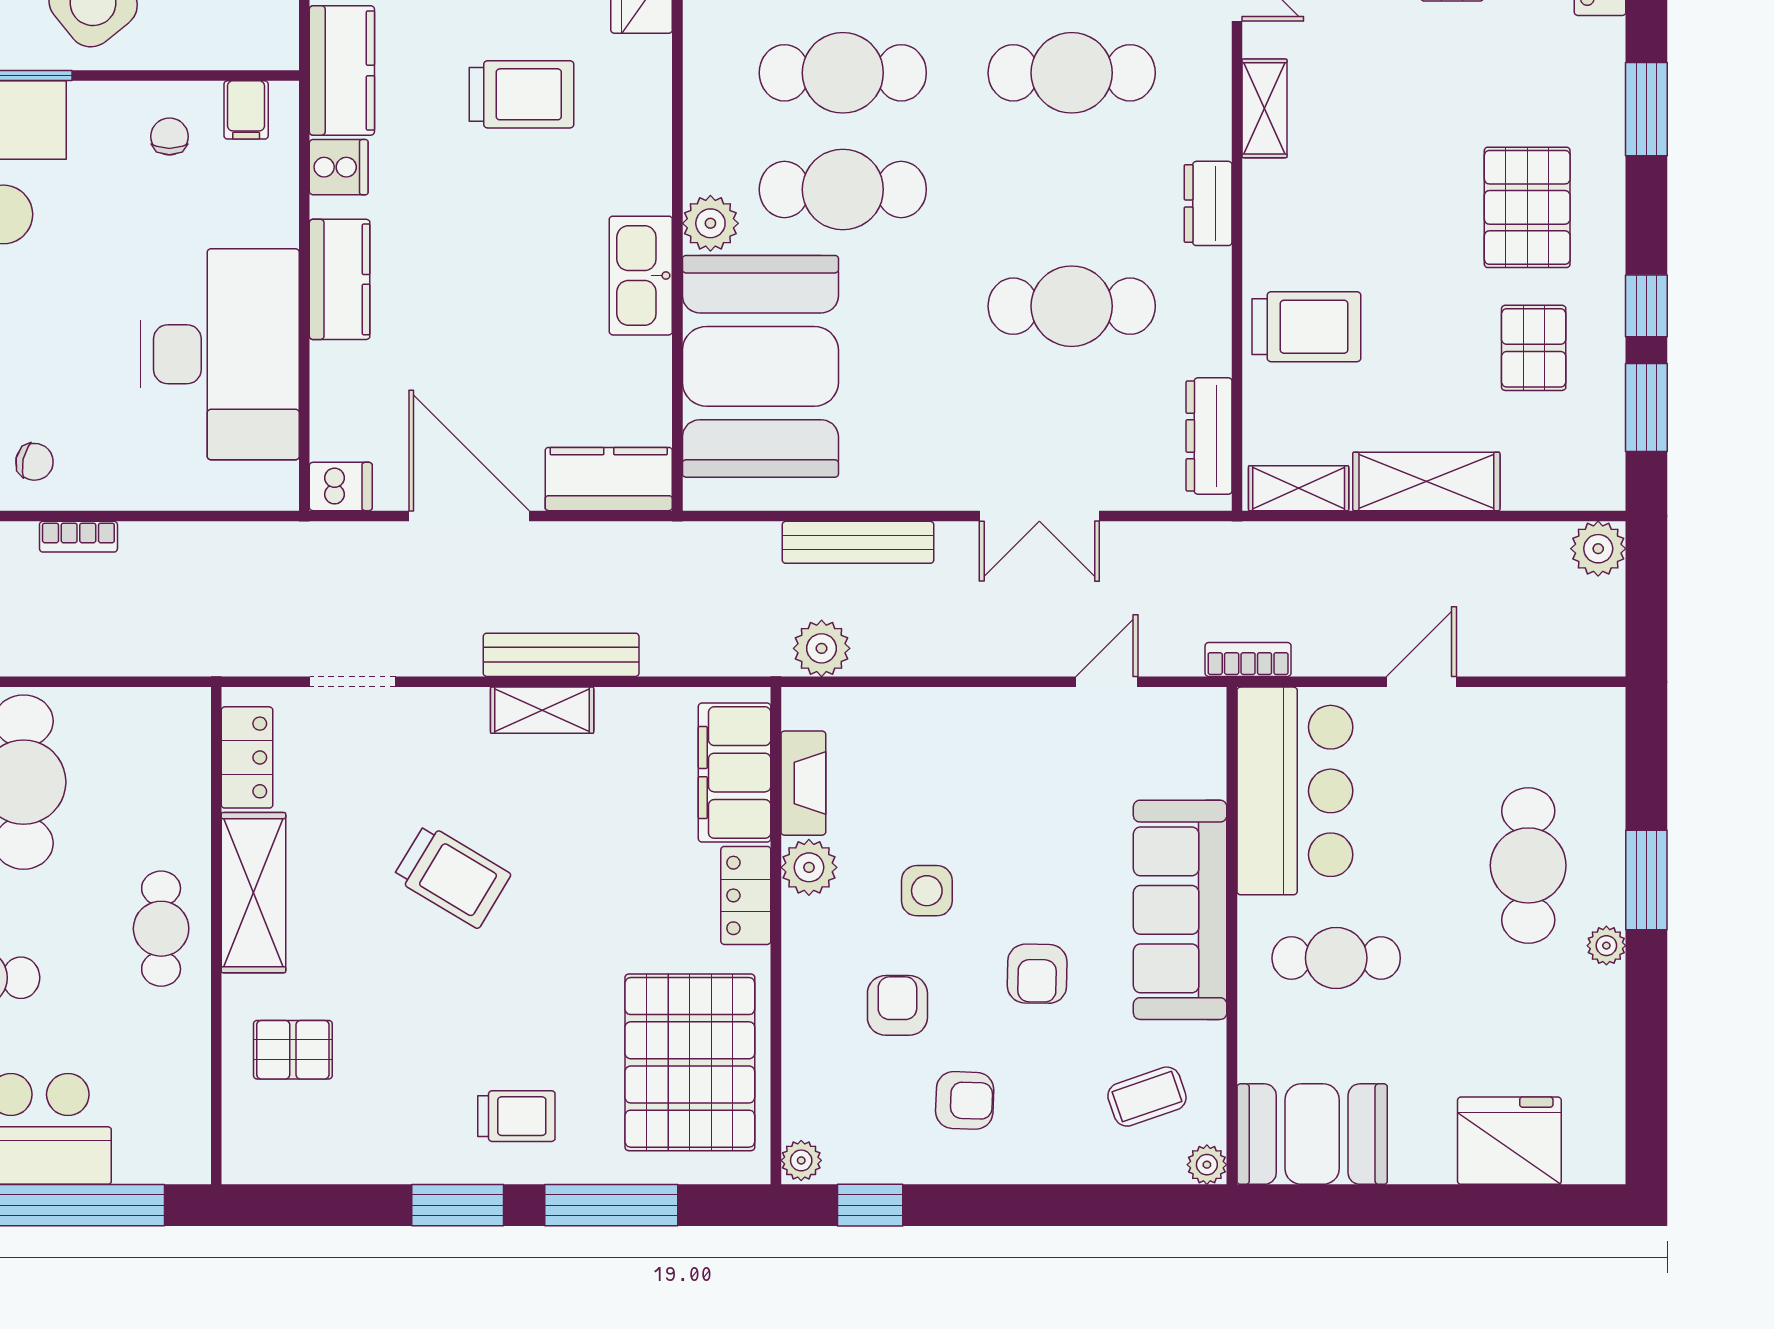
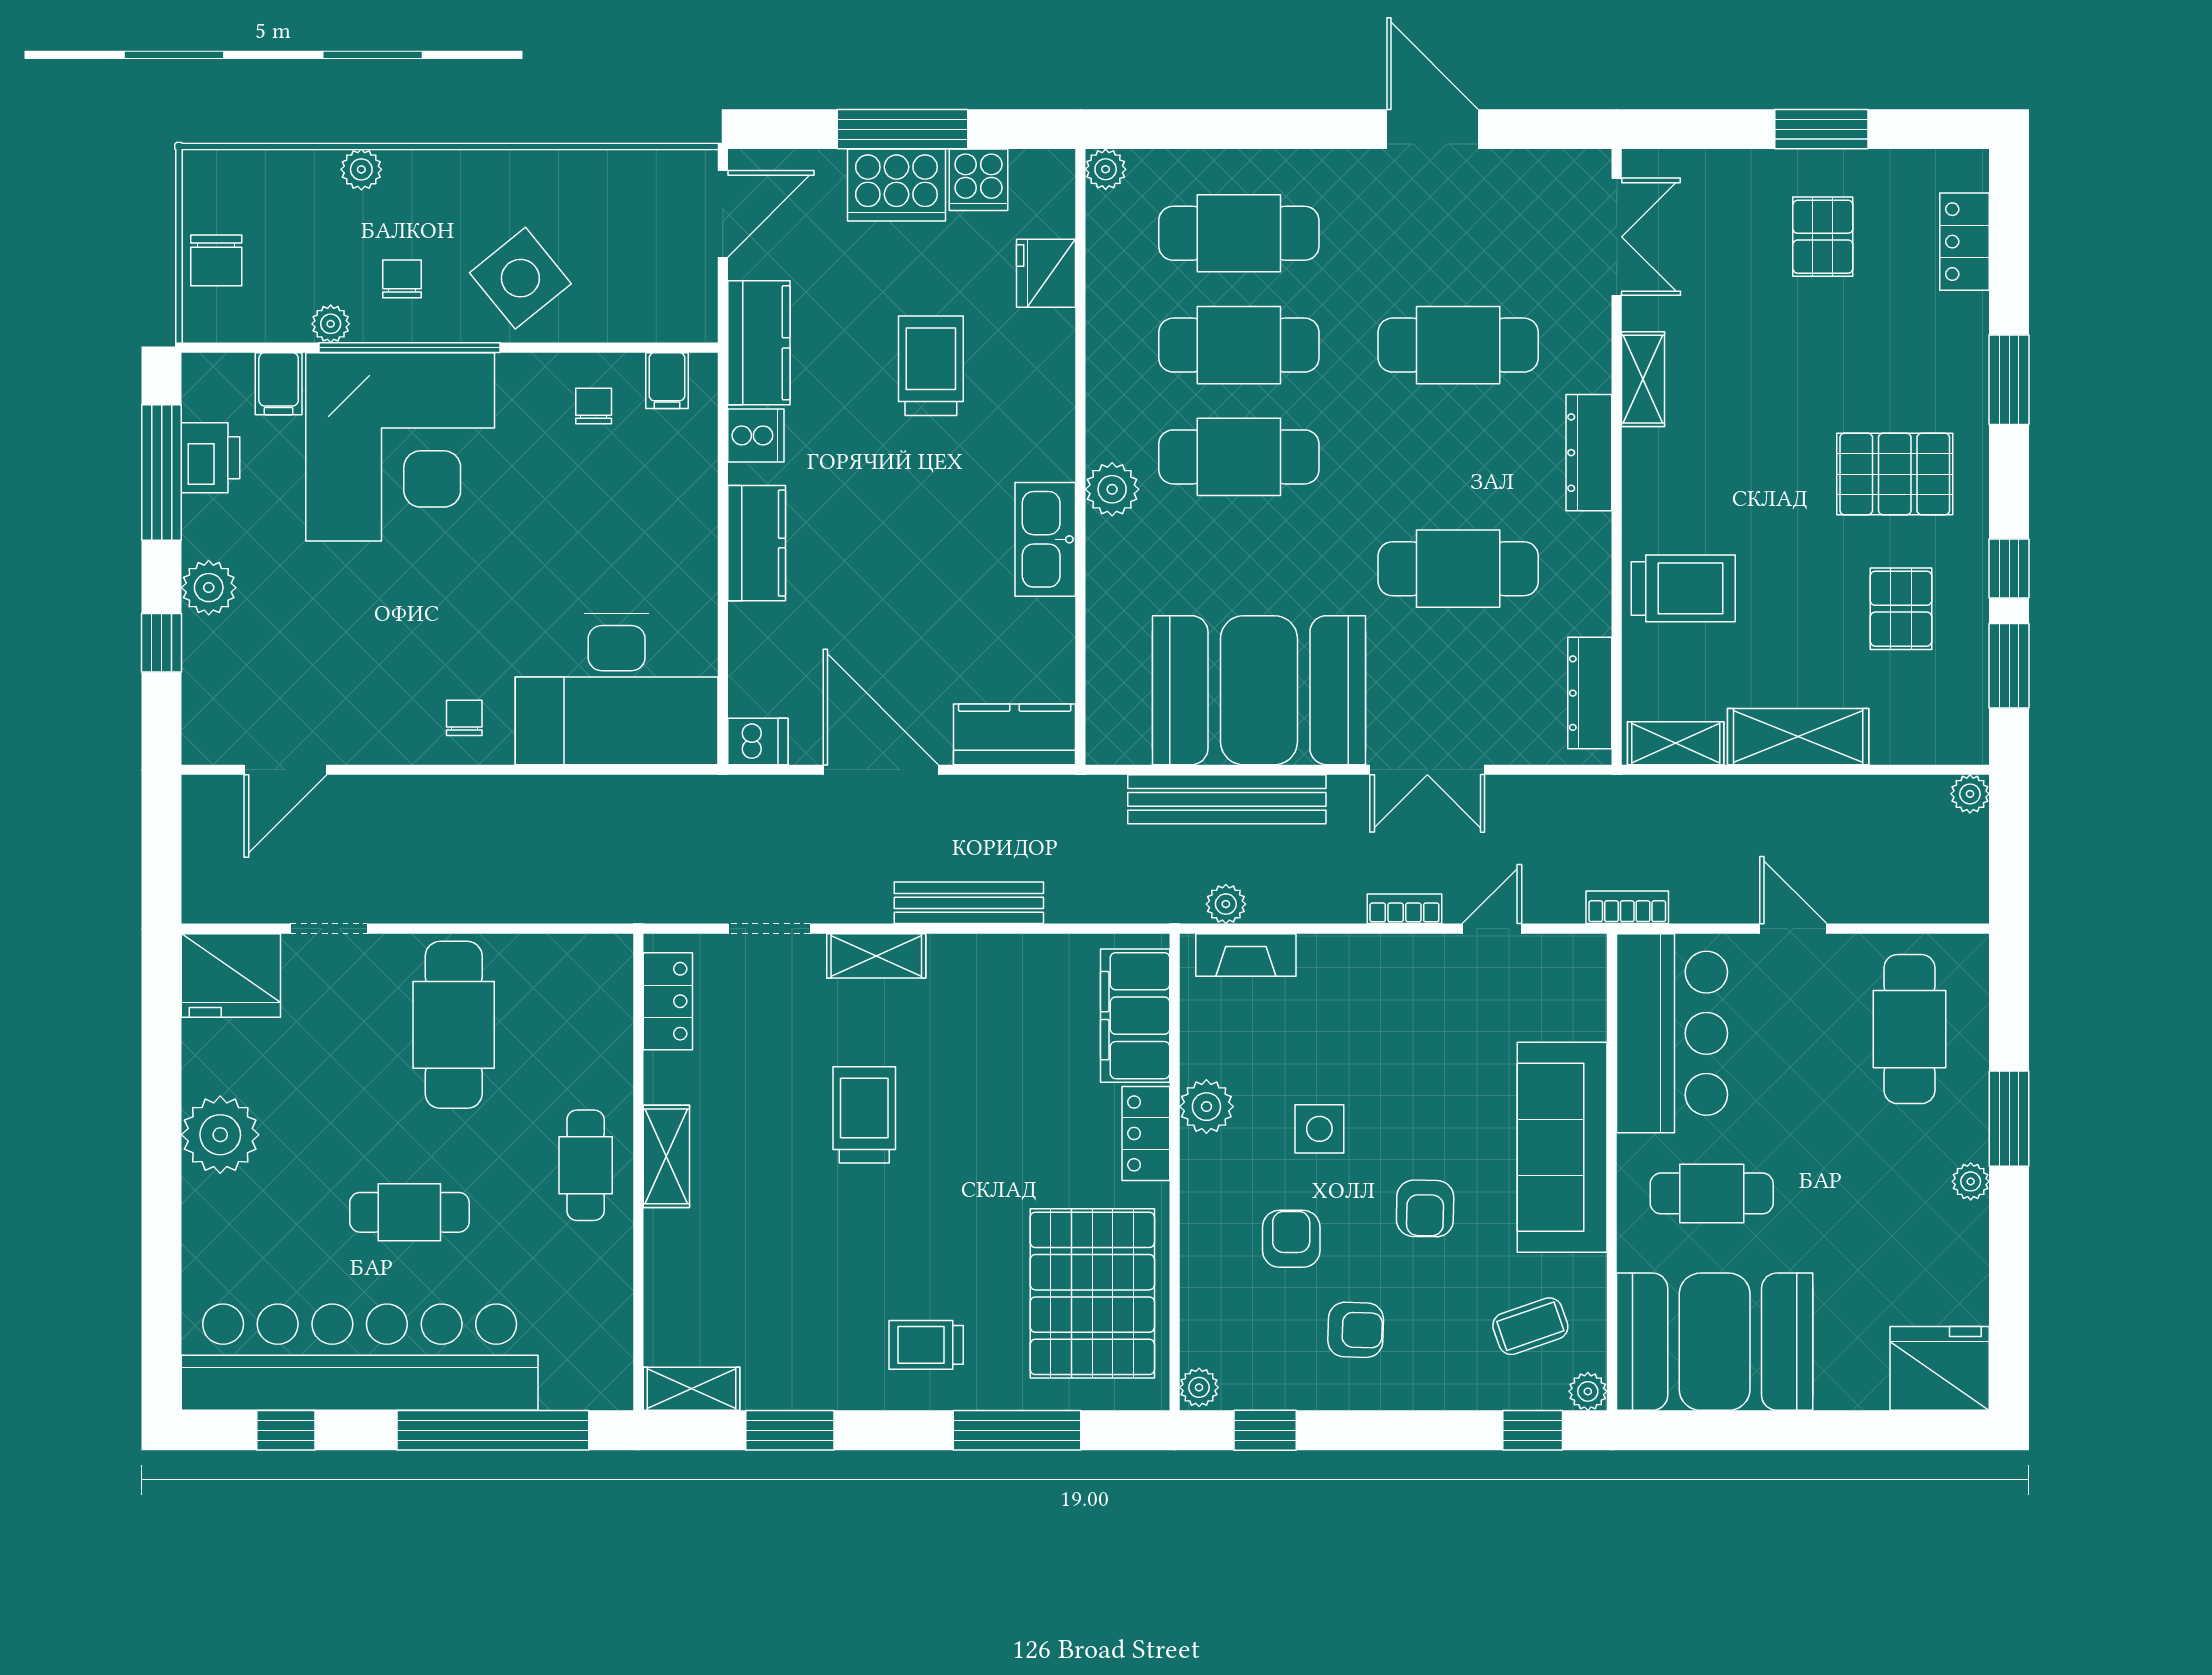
trolley: (521, 94) -> (931, 366), turned -90
dresser: (1208, 203) -> (1589, 453), width x1.44
pallet: (1527, 207) -> (1895, 474), turned 90
desk: (220, 354) -> (617, 689), moved, turned 90
booth: (760, 366) -> (1259, 690), moved, turned 90
chair: (35, 462) -> (464, 718), turned -102
bookcase: (78, 537) -> (1404, 909), moved, turned 180
bench: (858, 542) -> (1227, 799), width x1.37, depth x1.21
plant: (1598, 549) -> (1970, 794), width x0.73, depth x0.73
plant: (822, 648) -> (1226, 904), width x0.73, depth x0.73
door: (1421, 682) -> (1793, 929), hinge flipped
shelving: (542, 710) -> (876, 956), moved
fireplace: (803, 783) -> (1246, 955), moved, turned 90
cafe table: (1528, 865) -> (1909, 1029), moved
trolley: (452, 876) -> (864, 1115), turned -121
shelving: (253, 893) -> (666, 1156), width x0.67, depth x0.75
pallet: (293, 1050) -> (712, 1281), removed
trolley: (516, 1116) -> (926, 1345), turned 180
booth: (1312, 1134) -> (1715, 1342), width x1.36, depth x1.42
fridge: (1509, 1141) -> (1940, 1368), moved
shelving: (272, 1162) -> (692, 1389), added
window: (458, 1205) -> (790, 1430), moved
window: (1149, 1205) -> (1533, 1430), added

